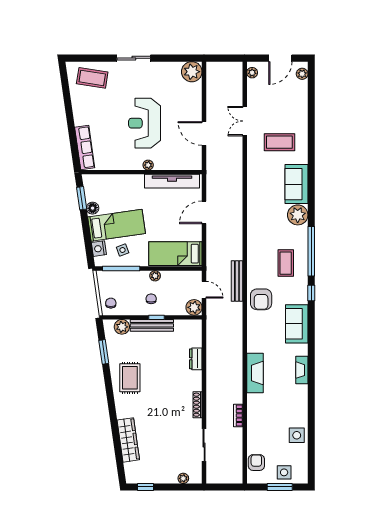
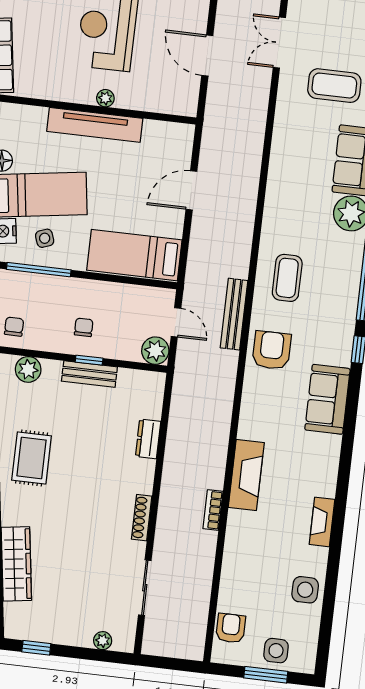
tv unit: (172, 181) -> (95, 125), moved
coffee table: (286, 263) -> (287, 278), moved
plant: (155, 276) -> (95, 289), removed
armchair: (261, 299) -> (272, 350), turned 180
bench: (152, 325) -> (89, 374), width x0.73
fireplace: (302, 370) -> (322, 522), moved
bookcase: (238, 415) -> (213, 510), moved

